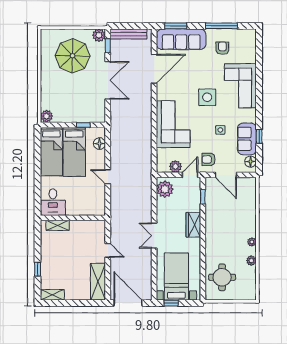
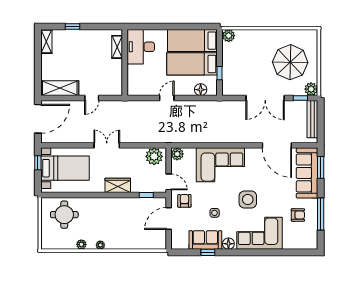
floor lamp: (251, 162) -> (228, 244), moved
plant: (175, 166) -> (177, 154), moved
desk: (53, 202) -> (141, 47), width x1.37

